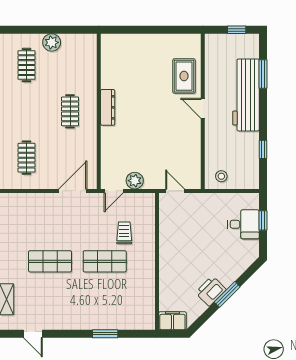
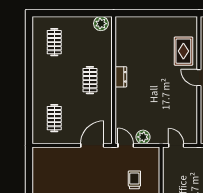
plant: (52, 42) -> (101, 24), moved
dresser: (108, 107) -> (121, 77), width x0.70
door: (114, 191) -> (126, 145), swing flipped

